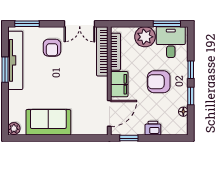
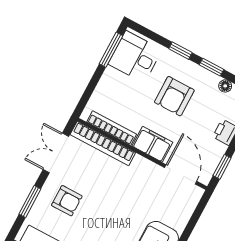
window: (27, 24) -> (30, 201), moved
double door: (80, 24) -> (56, 153), swing flipped
plant: (145, 37) -> (113, 84), removed

